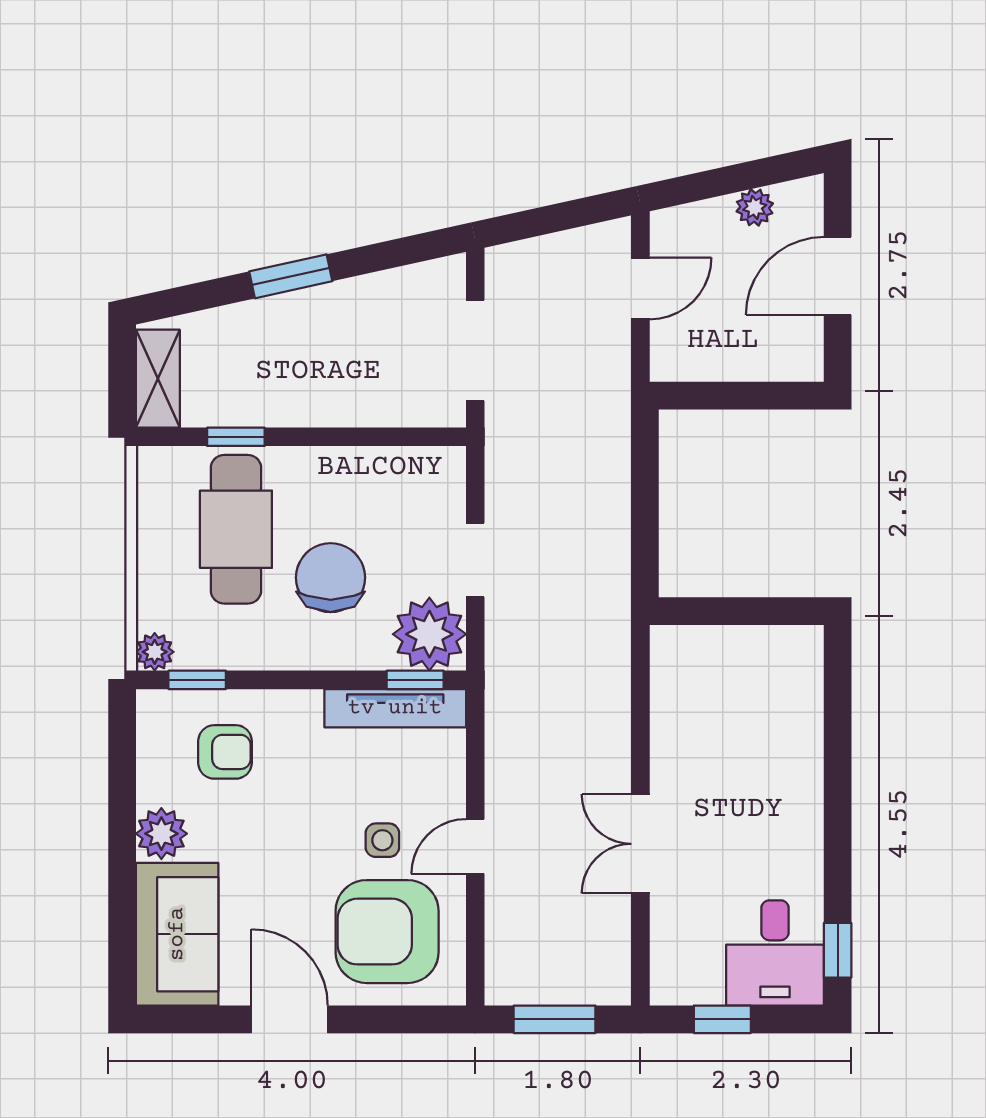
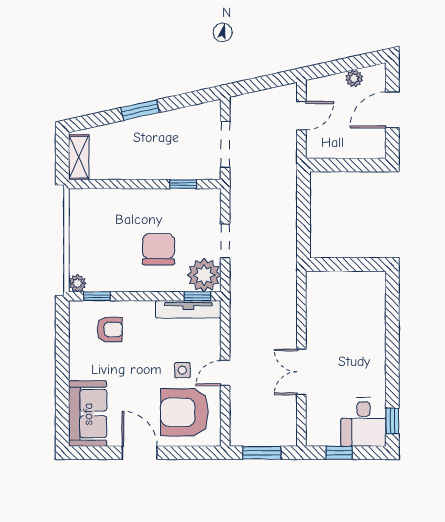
window: (236, 437) -> (183, 184), moved
cafe table: (236, 529) -> (115, 227), removed
plant: (161, 834) -> (80, 367), removed

